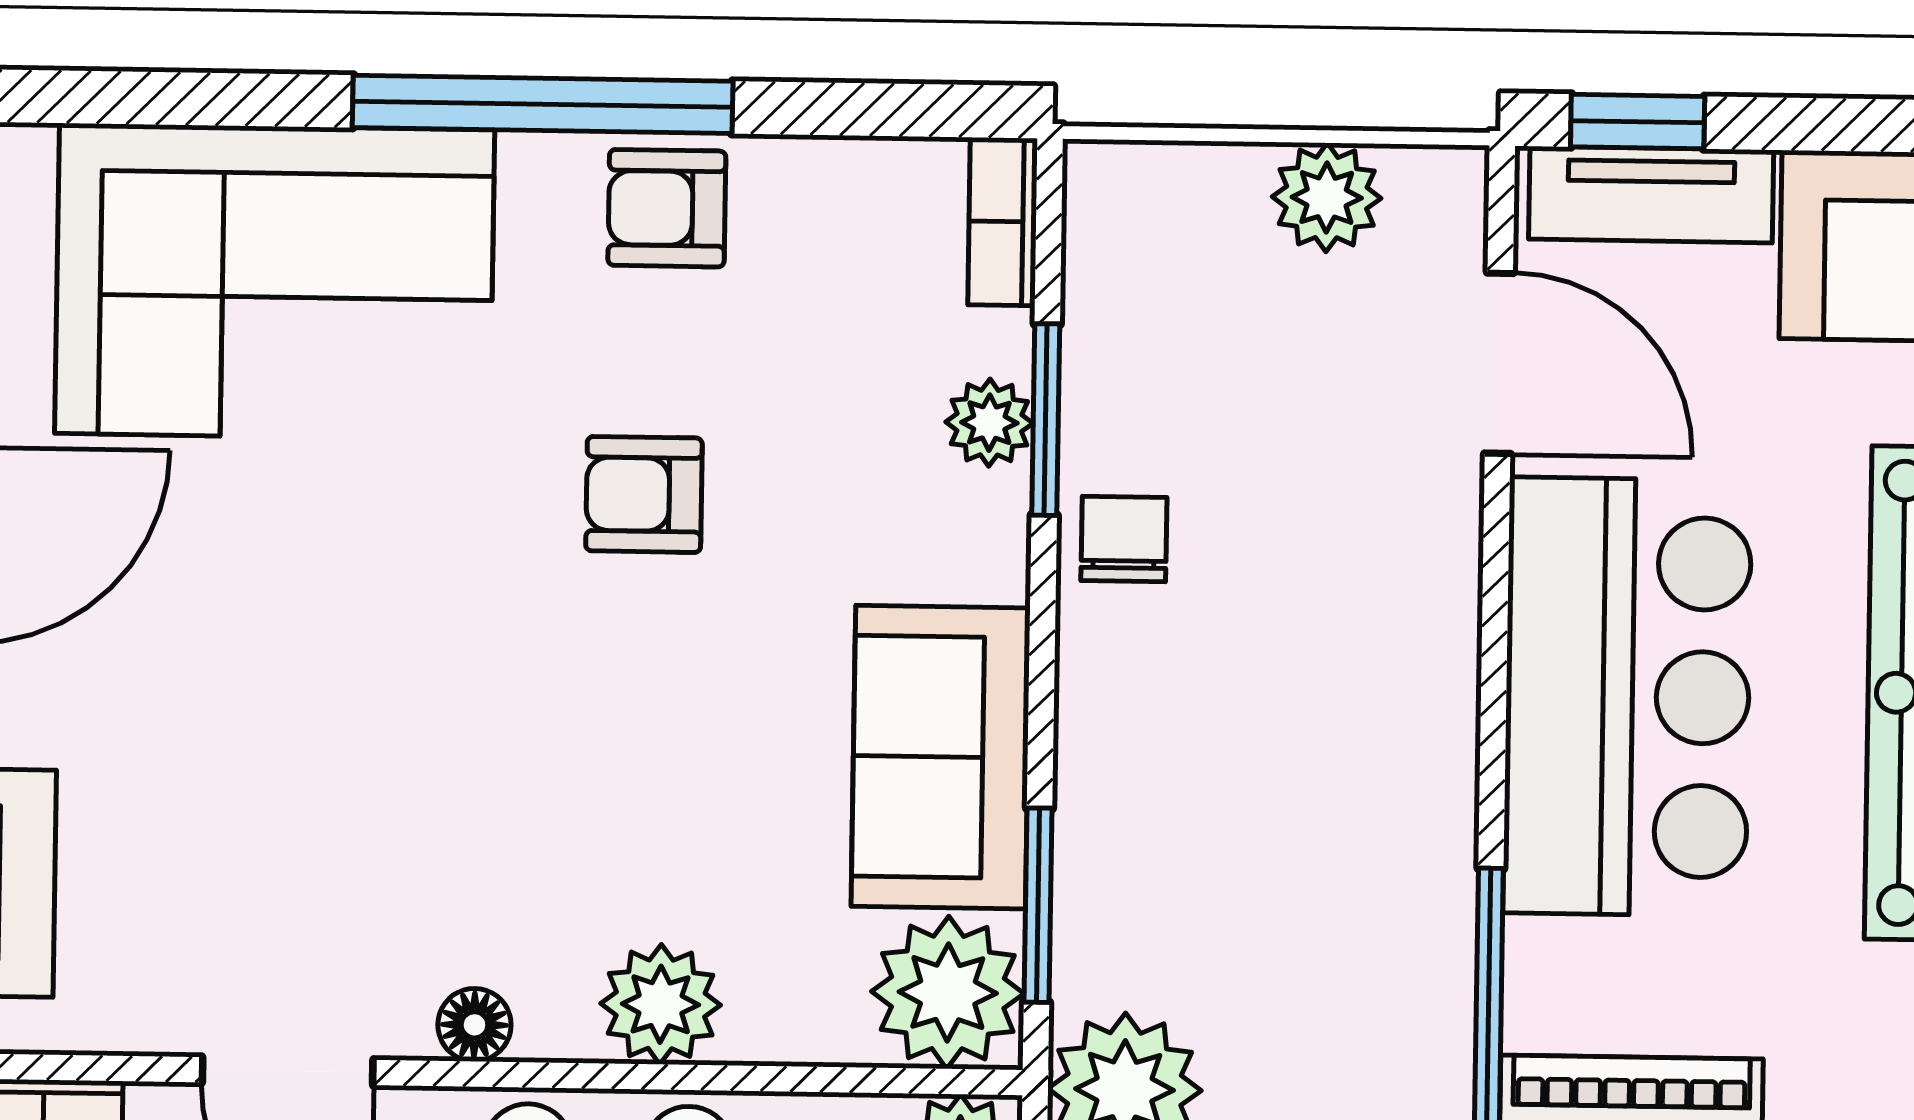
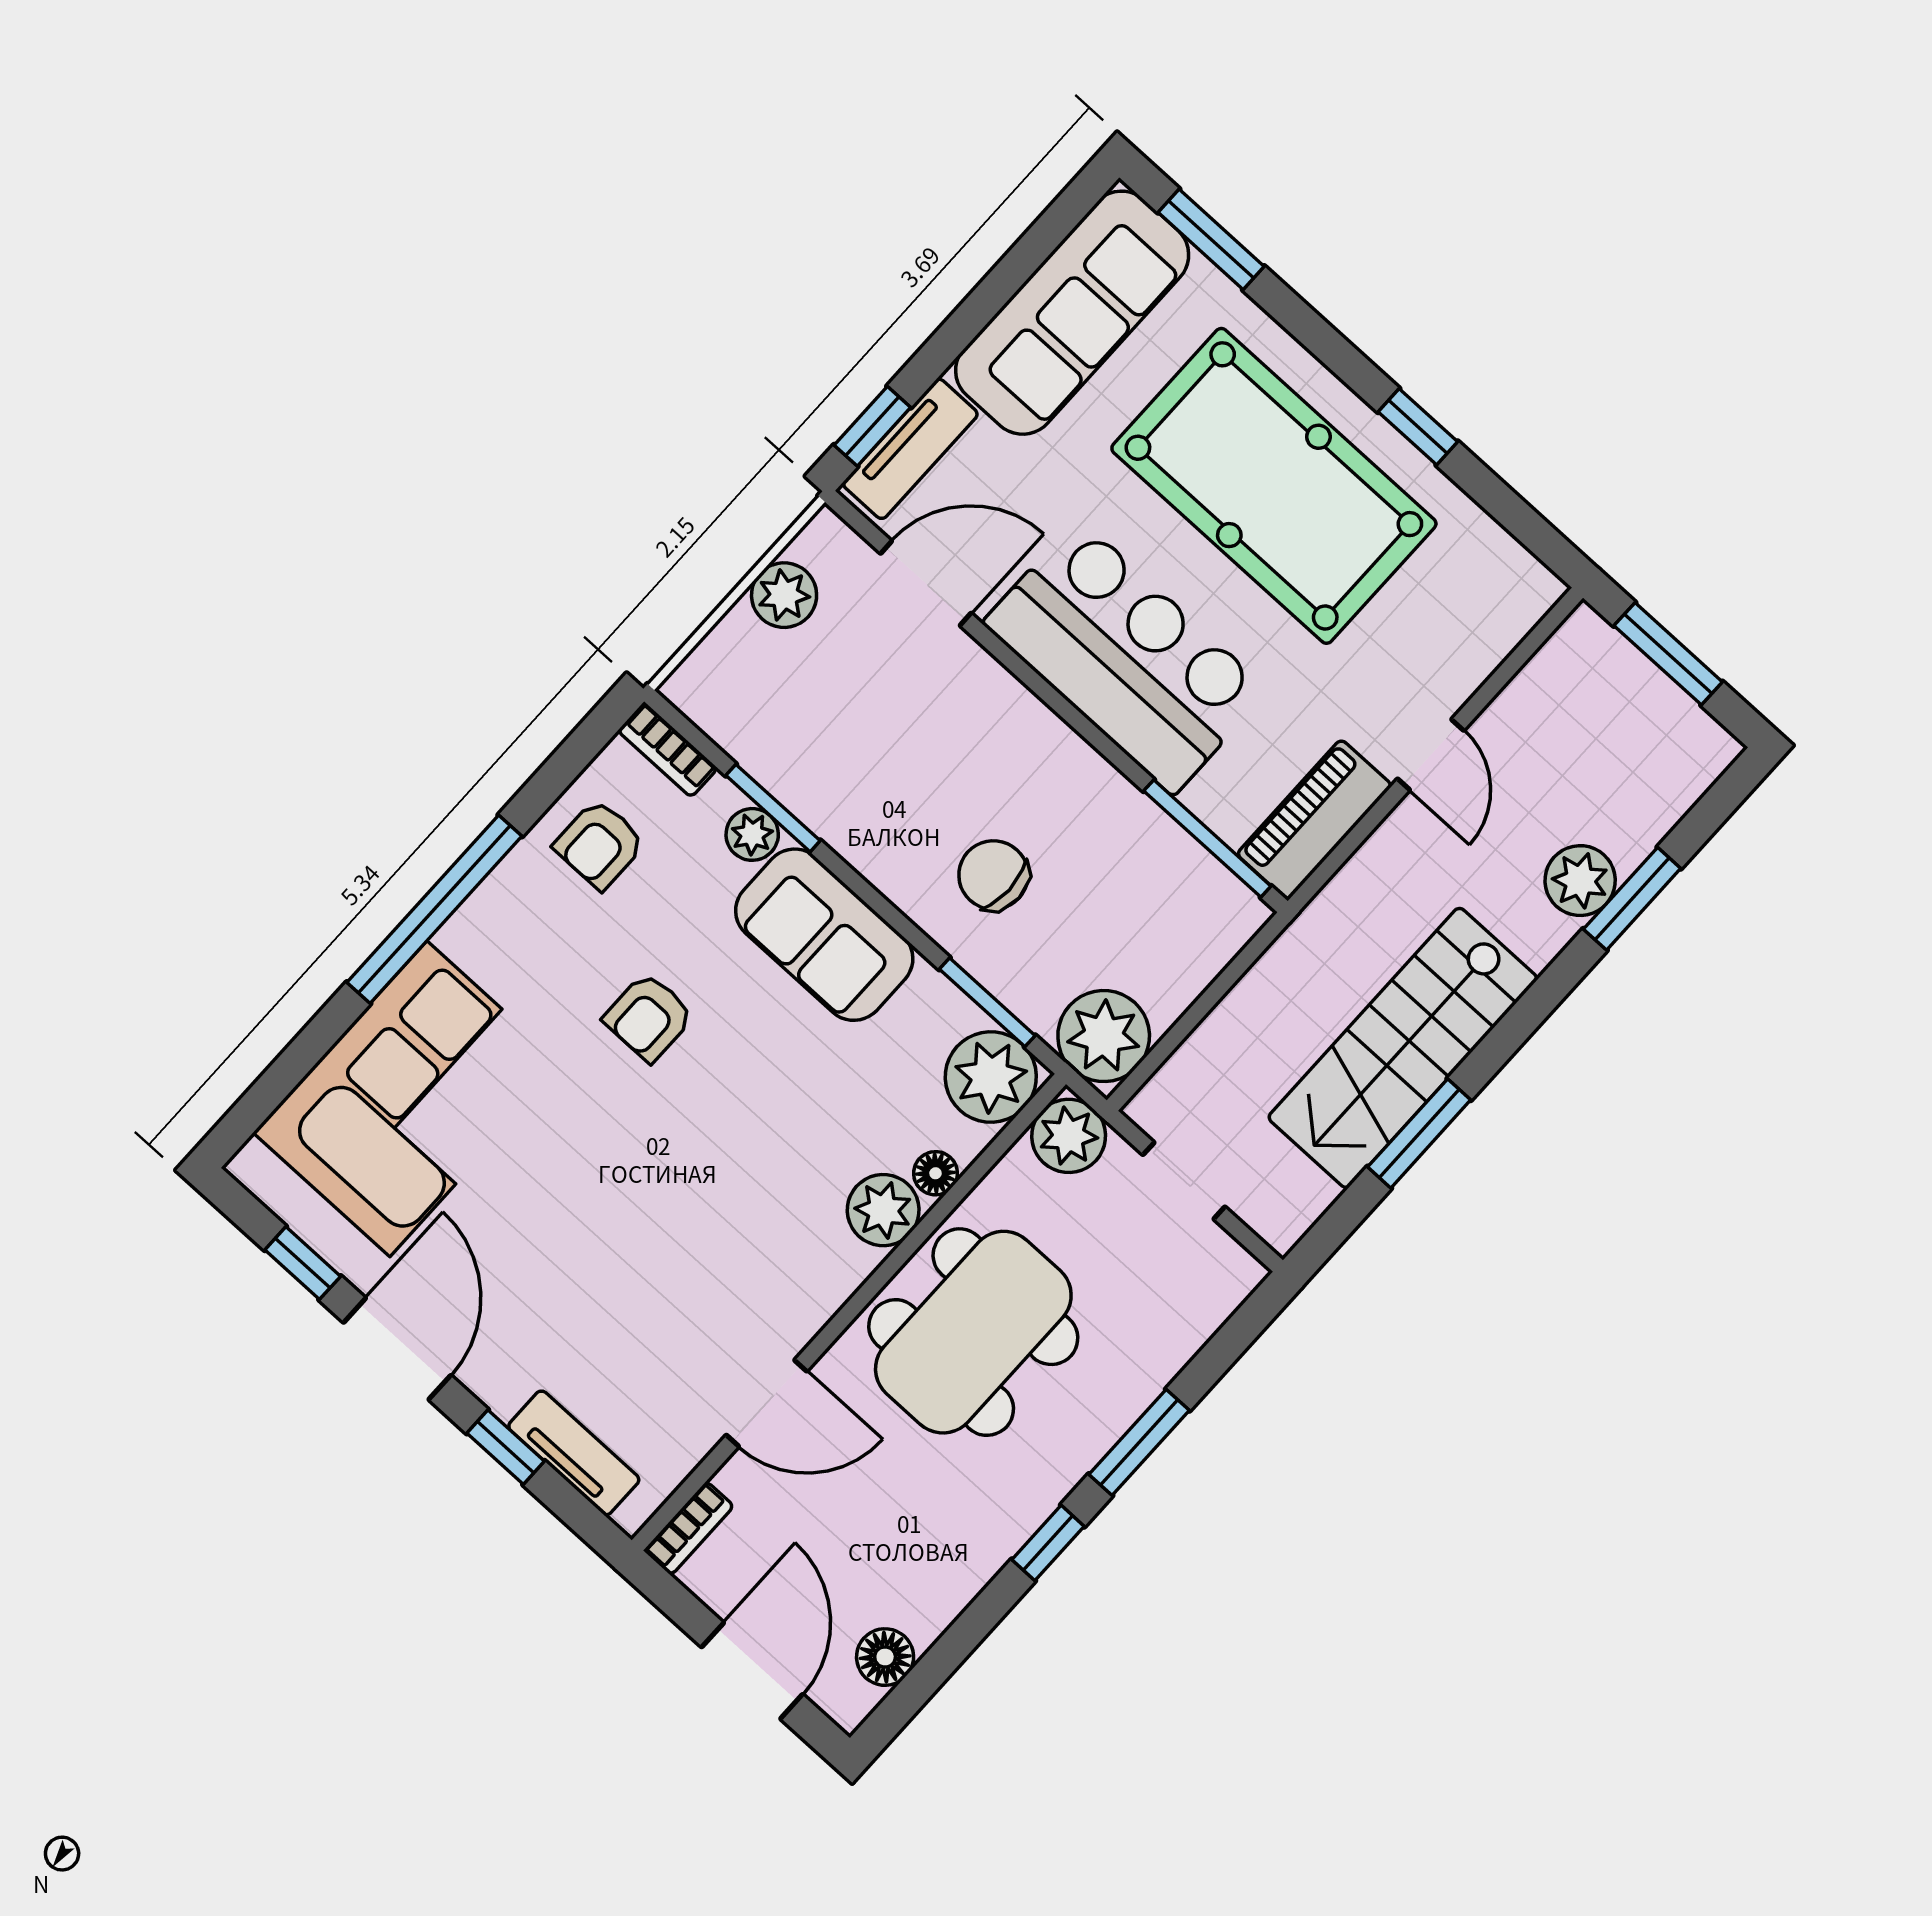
armchair: (667, 208) -> (599, 844), moved
chair: (1124, 539) -> (993, 875), moved, width x1.37, depth x1.37
sofa: (941, 757) -> (824, 935), moved
floor lamp: (474, 1025) -> (936, 1173), moved

